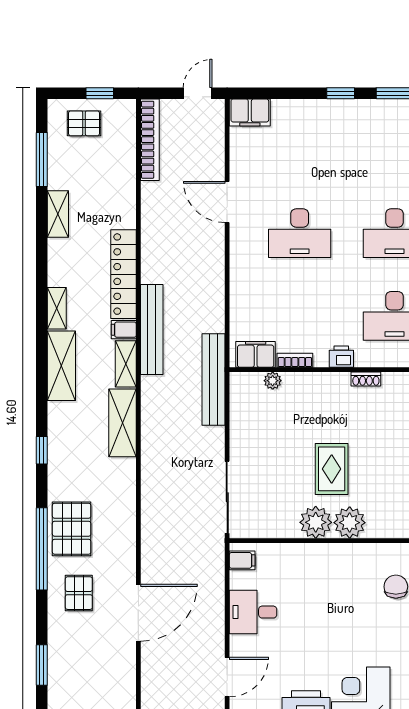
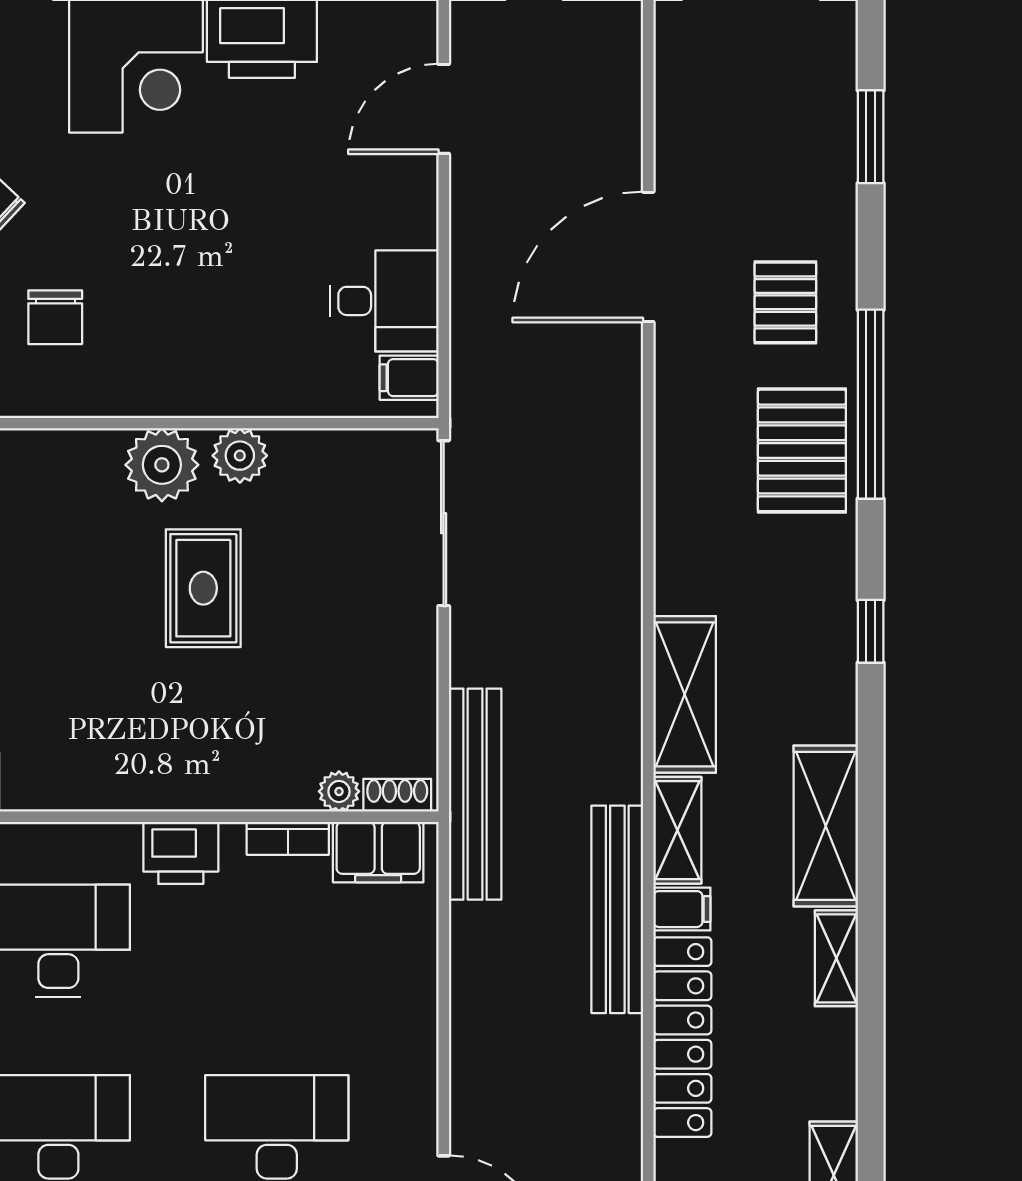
printer: (341, 357) -> (181, 853), width x1.36, depth x1.24
shoe rack: (366, 379) -> (397, 795), moved
plant: (316, 522) -> (240, 456), width x0.73, depth x0.73
desk: (253, 612) -> (384, 301), moved

